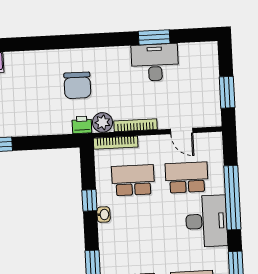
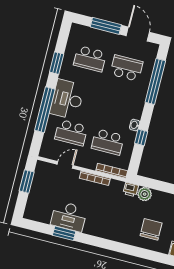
chair: (77, 85) -> (151, 229), moved
plant: (103, 122) -> (145, 194), moved
door: (182, 131) -> (65, 165), hinge flipped

